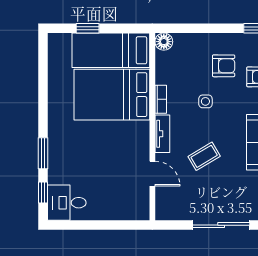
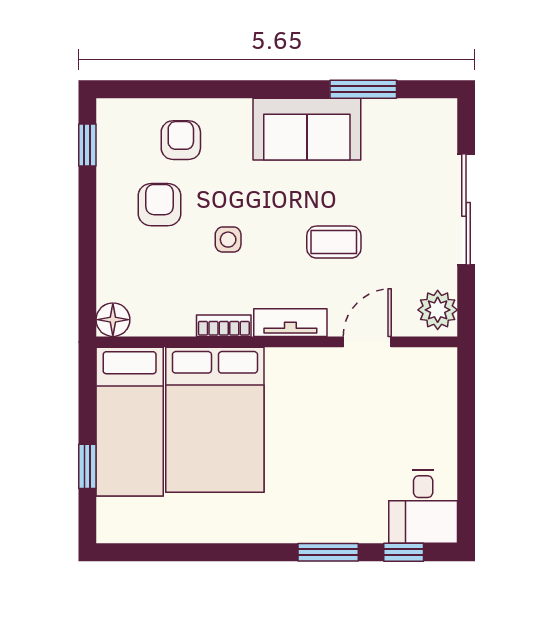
coffee table: (204, 156) -> (334, 242), turned -59
plant: (169, 210) -> (438, 310), added

